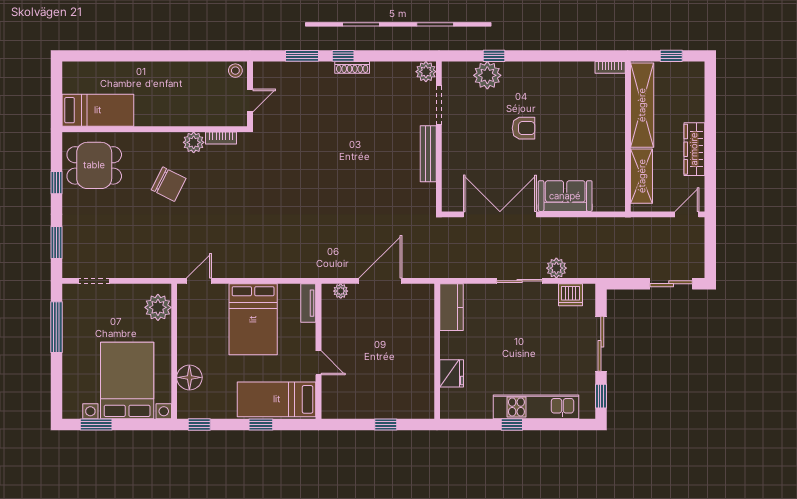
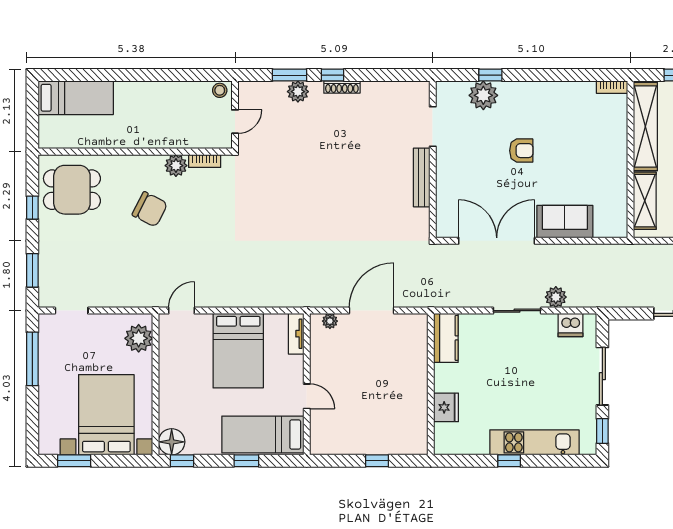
plant: (426, 72) -> (298, 92), moved
bed: (98, 110) -> (76, 98), moved
floor lamp: (189, 377) -> (172, 442), moved

